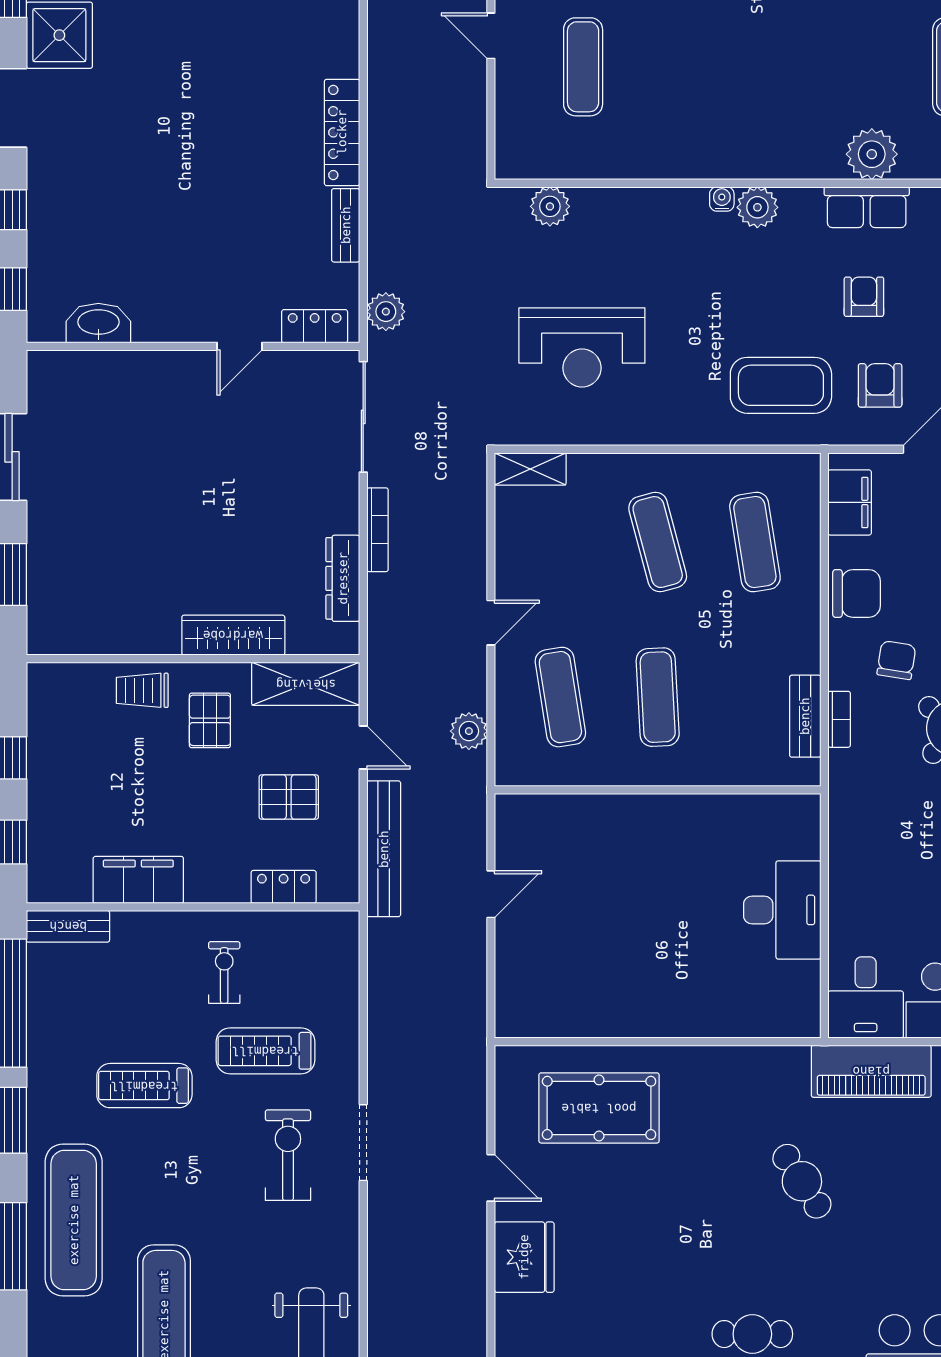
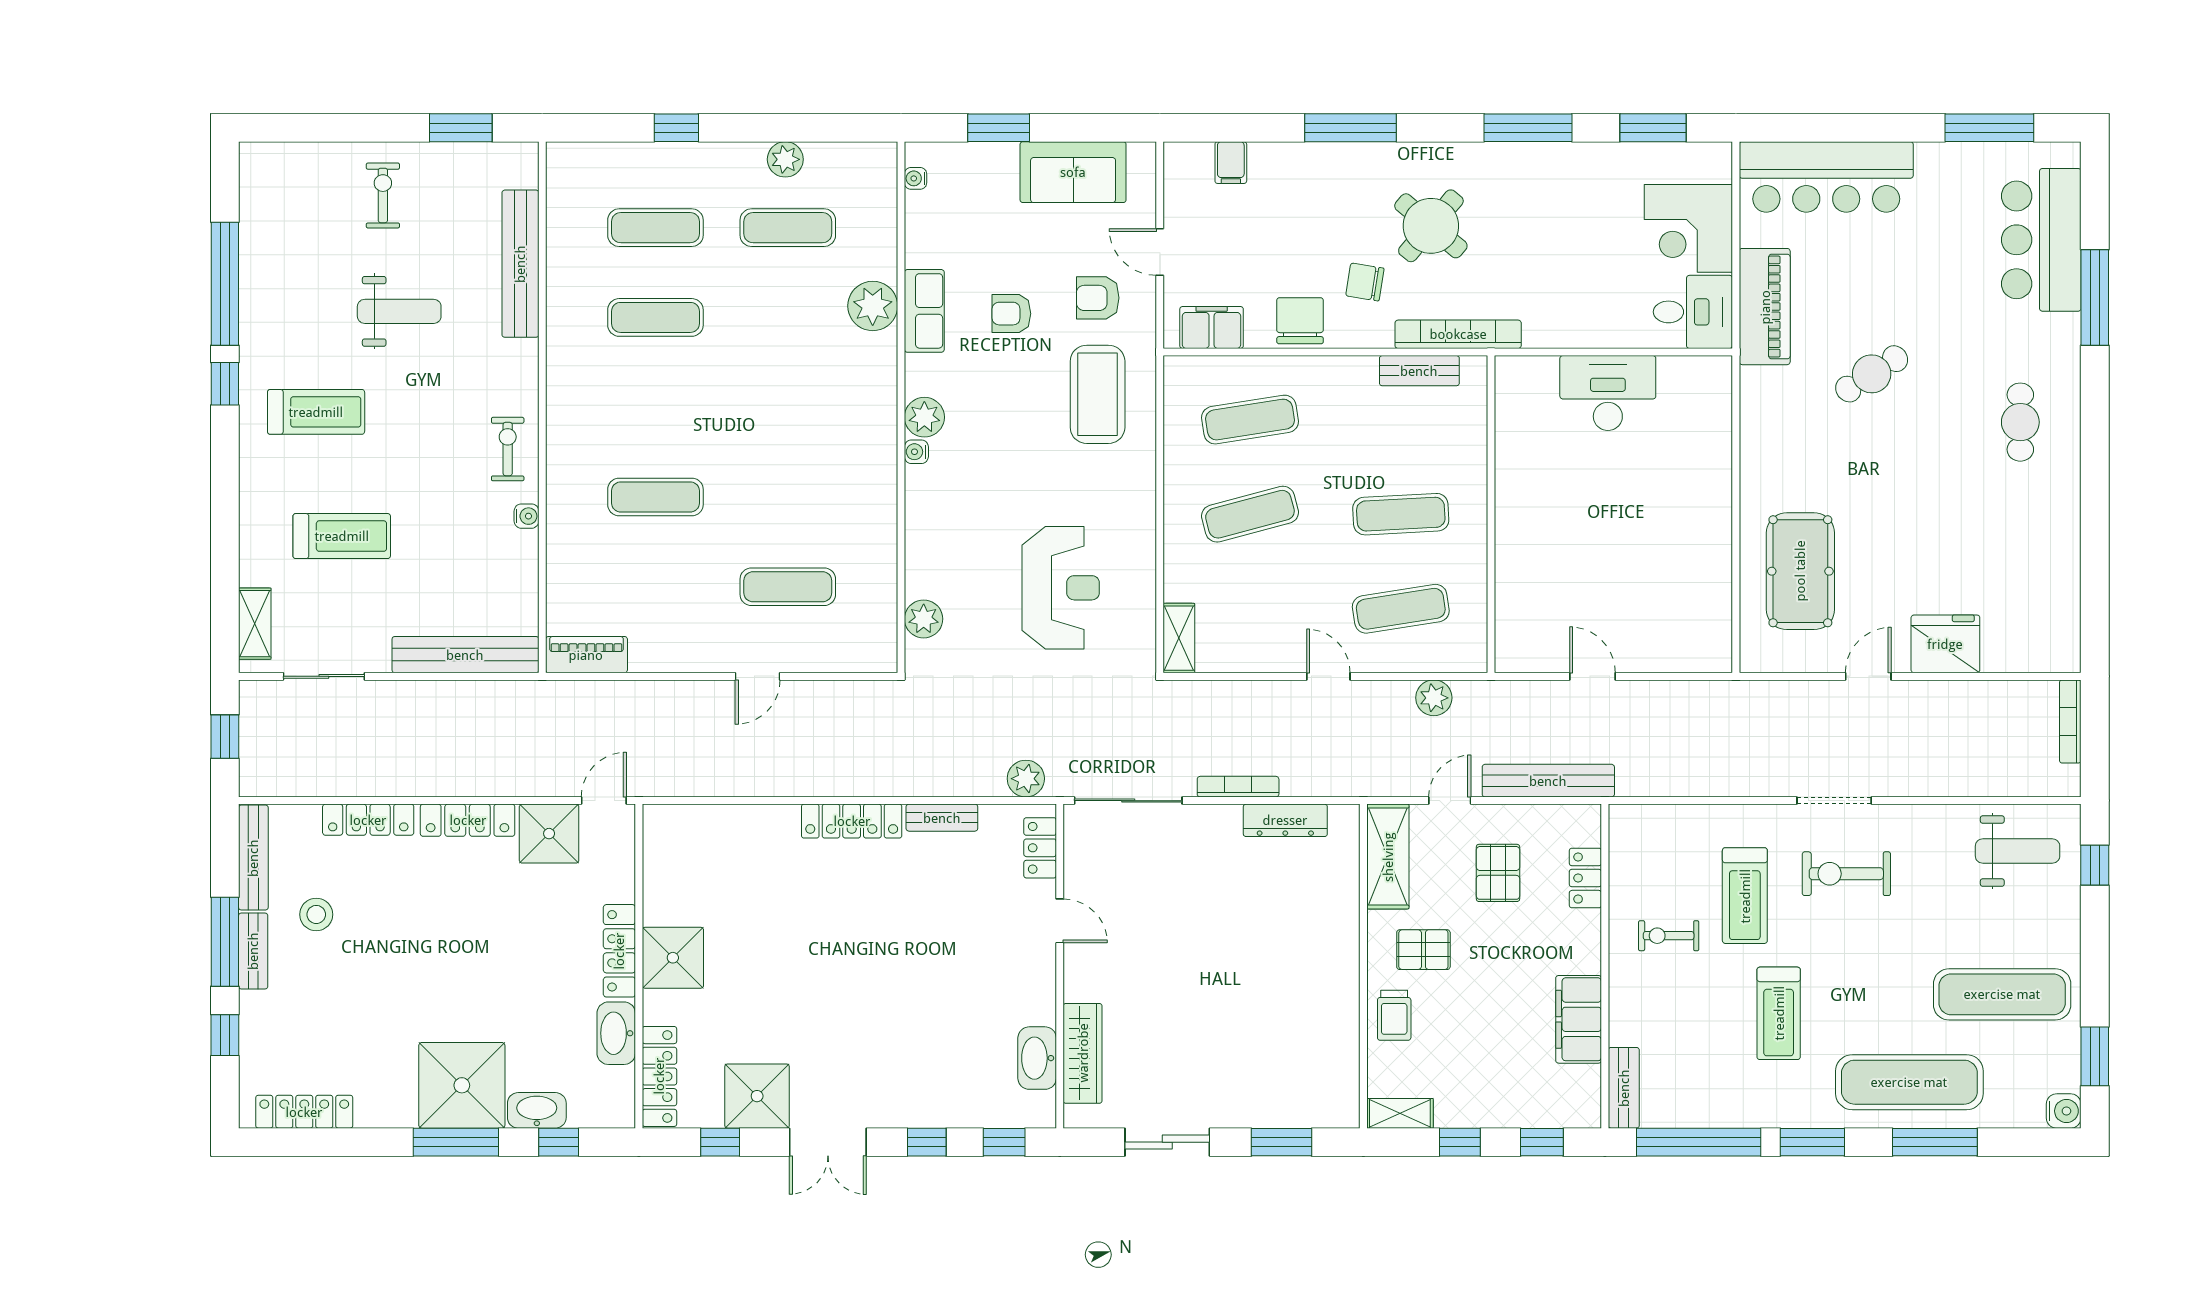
wardrobe: (233, 635) -> (1083, 1053), moved, turned 180
shelving: (42, 696) -> (1400, 1113), added
bookcase: (839, 719) -> (1458, 334), width x2.31, depth x1.31

